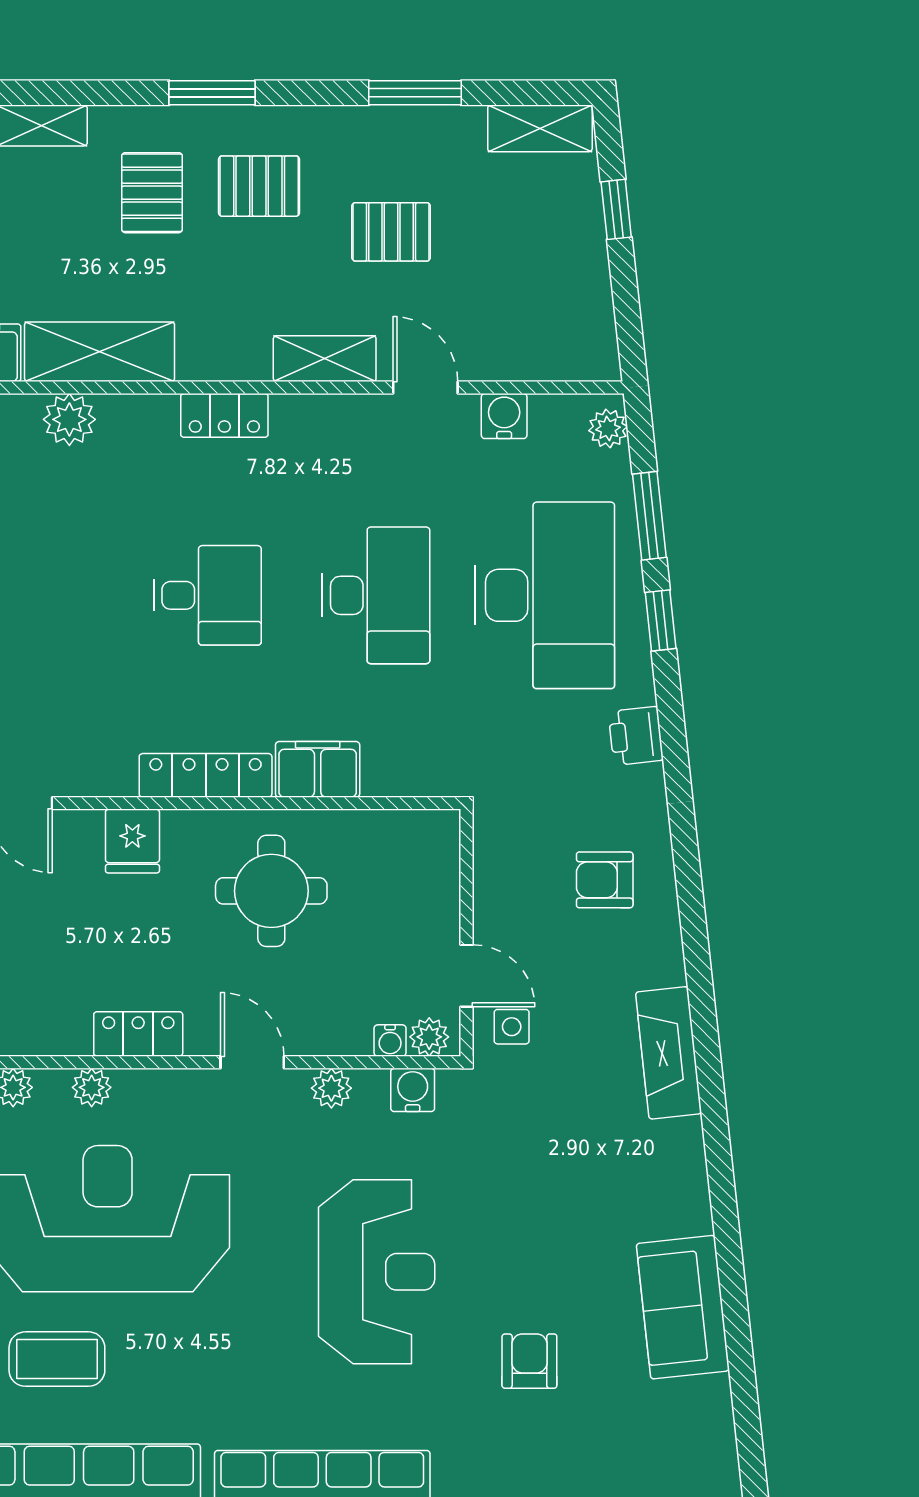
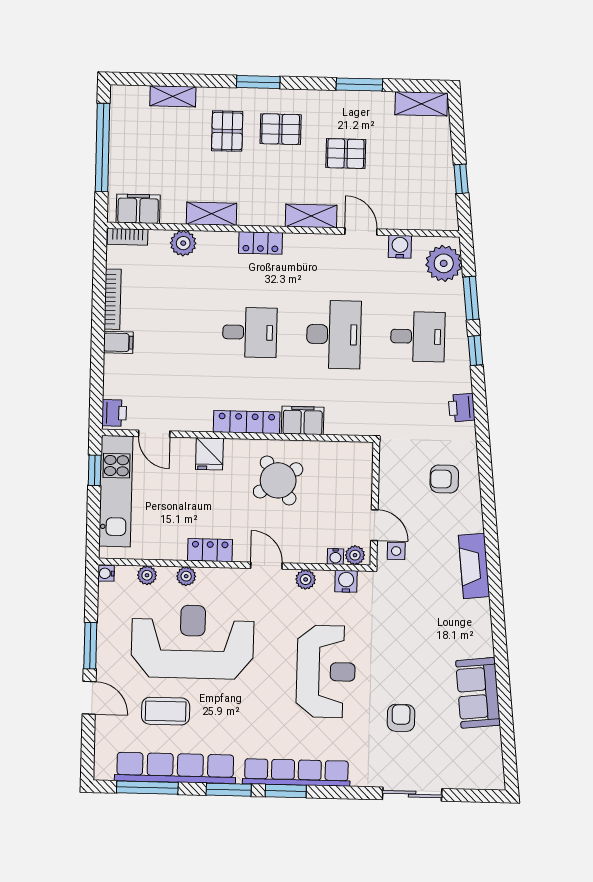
window: (616, 209) -> (461, 179), moved
shelving: (100, 352) -> (211, 214), width x0.67, depth x0.75
plant: (608, 429) -> (444, 263), width x1.87, depth x1.87
desk: (544, 595) -> (418, 337), width x0.53, depth x0.77
round table: (271, 891) -> (278, 480), turned -33

